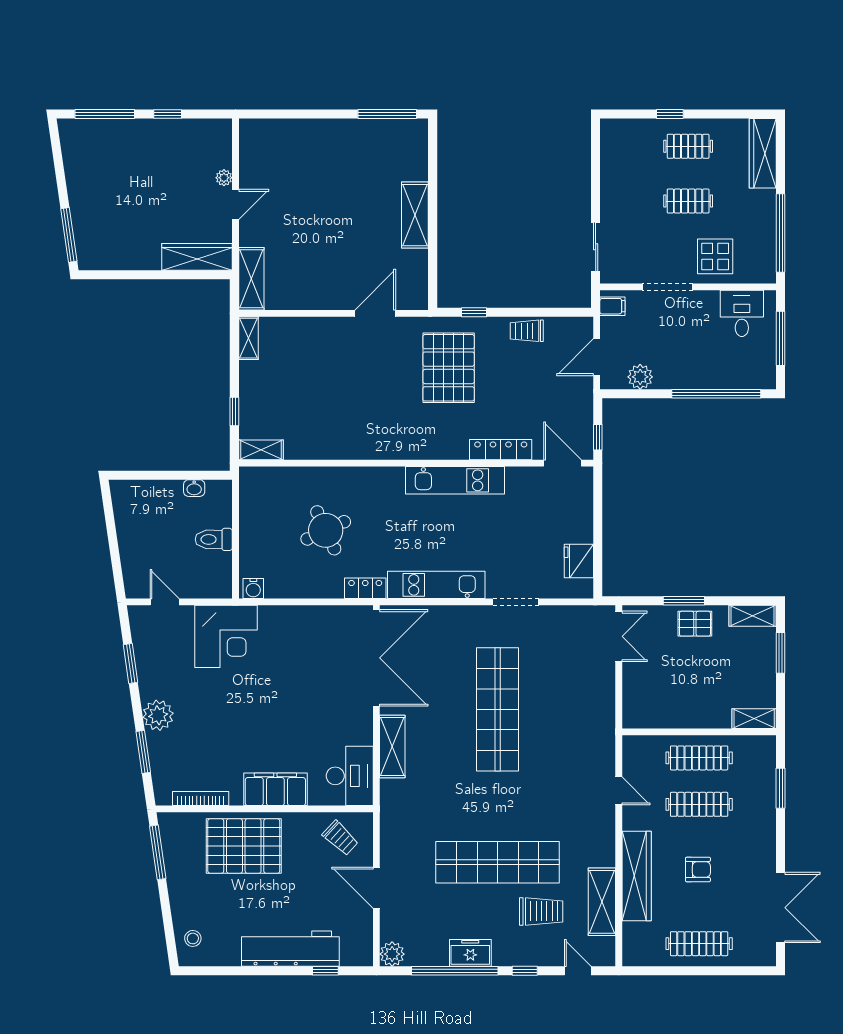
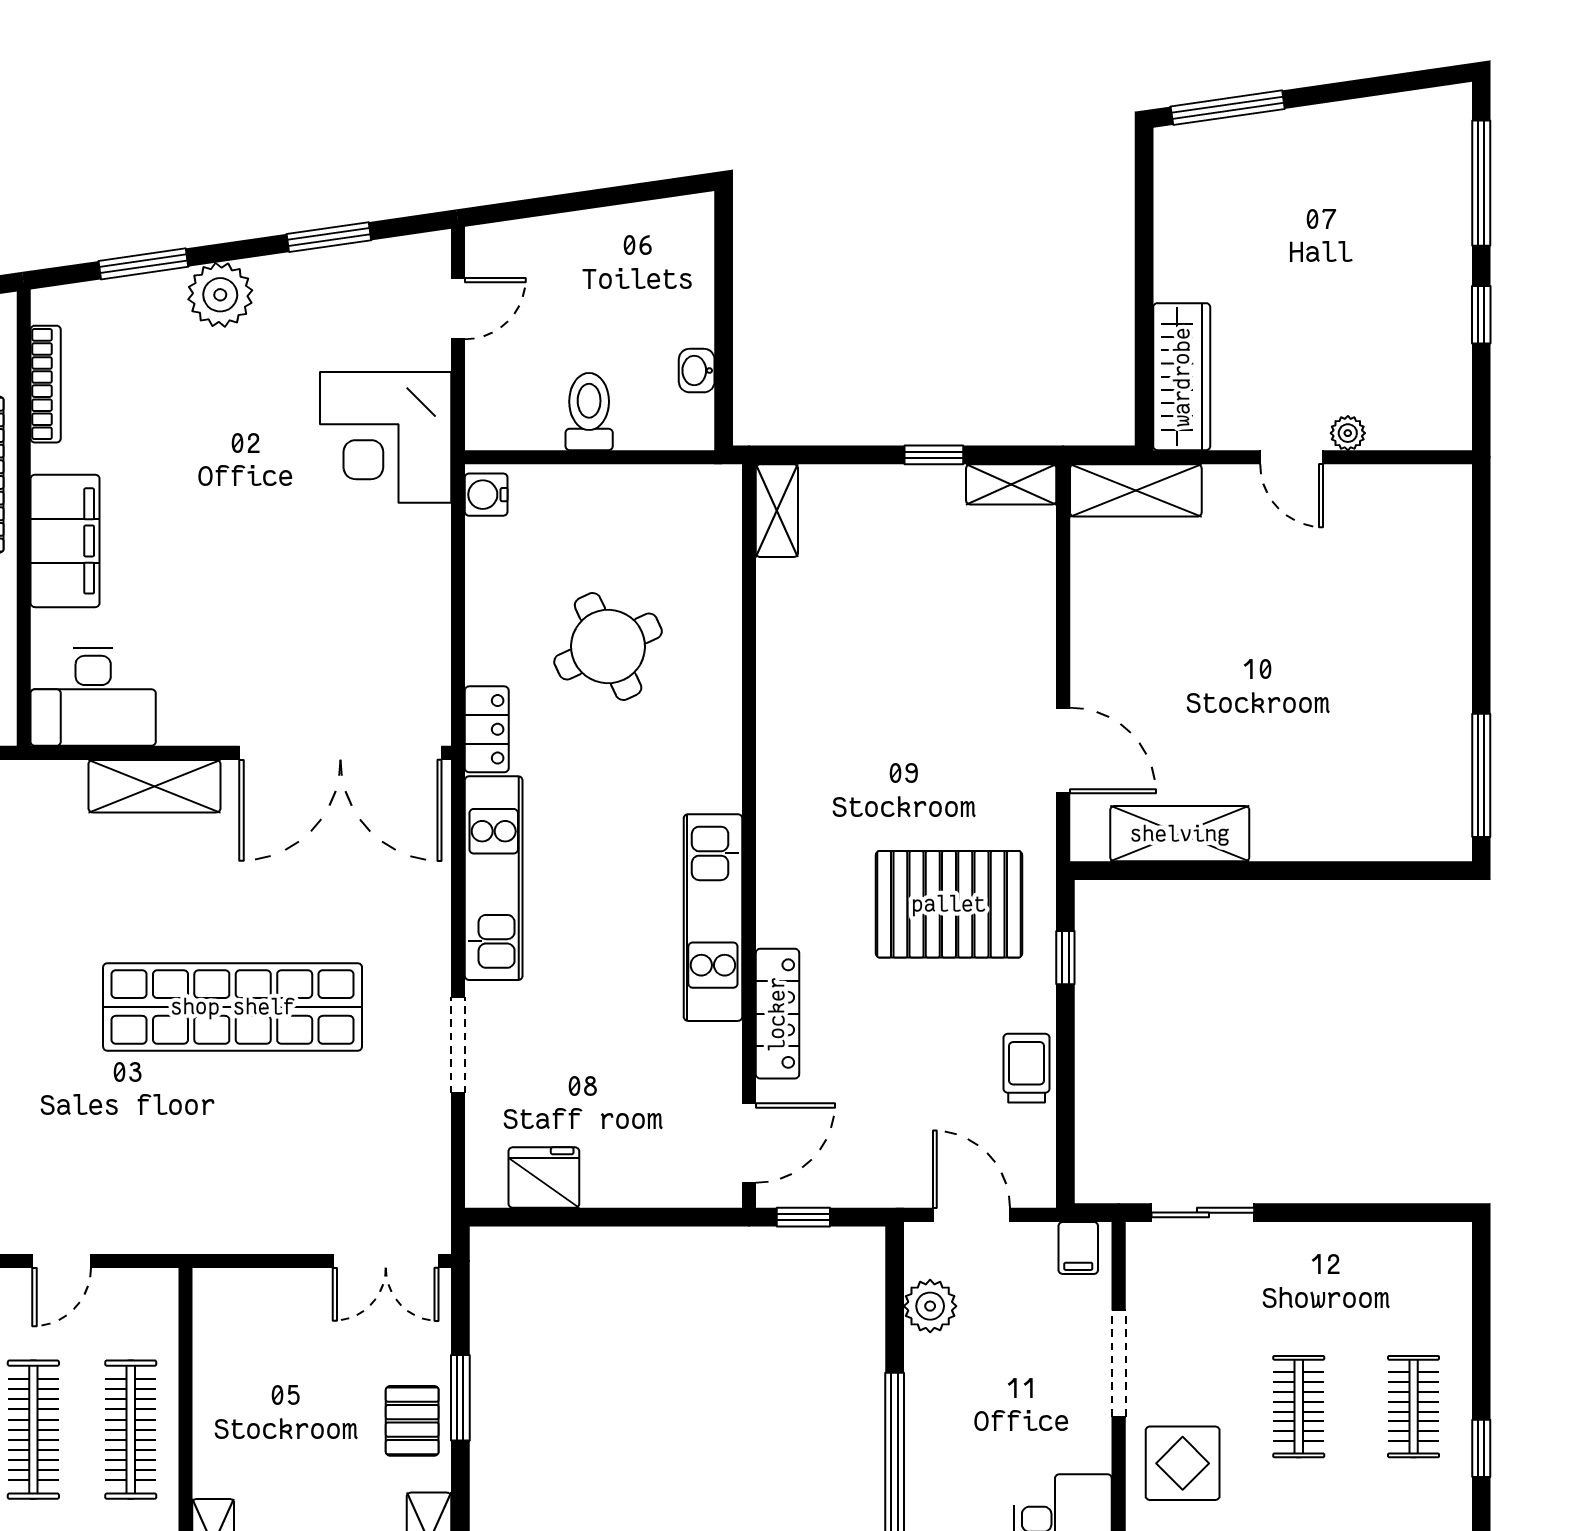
window: (670, 114) -> (1481, 1448), moved
shelving: (415, 215) -> (1180, 834), moved
window: (234, 412) -> (934, 455), moved

